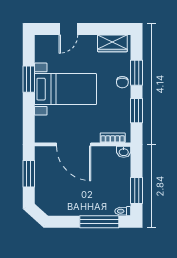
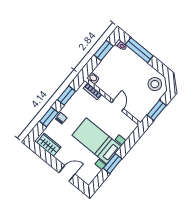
door: (74, 144) -> (118, 106), width x0.53
stool: (53, 200) -> (155, 84), added

